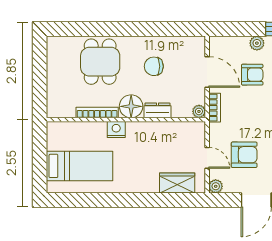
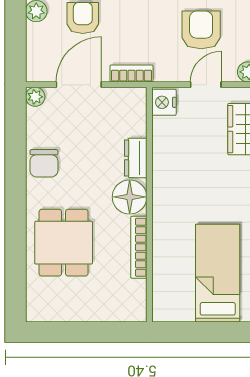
dining table: (100, 62) -> (64, 243), turned 90
chair: (154, 66) -> (44, 163), moved
plant: (199, 111) -> (35, 97), moved
nightstand: (116, 130) -> (164, 102), moved

